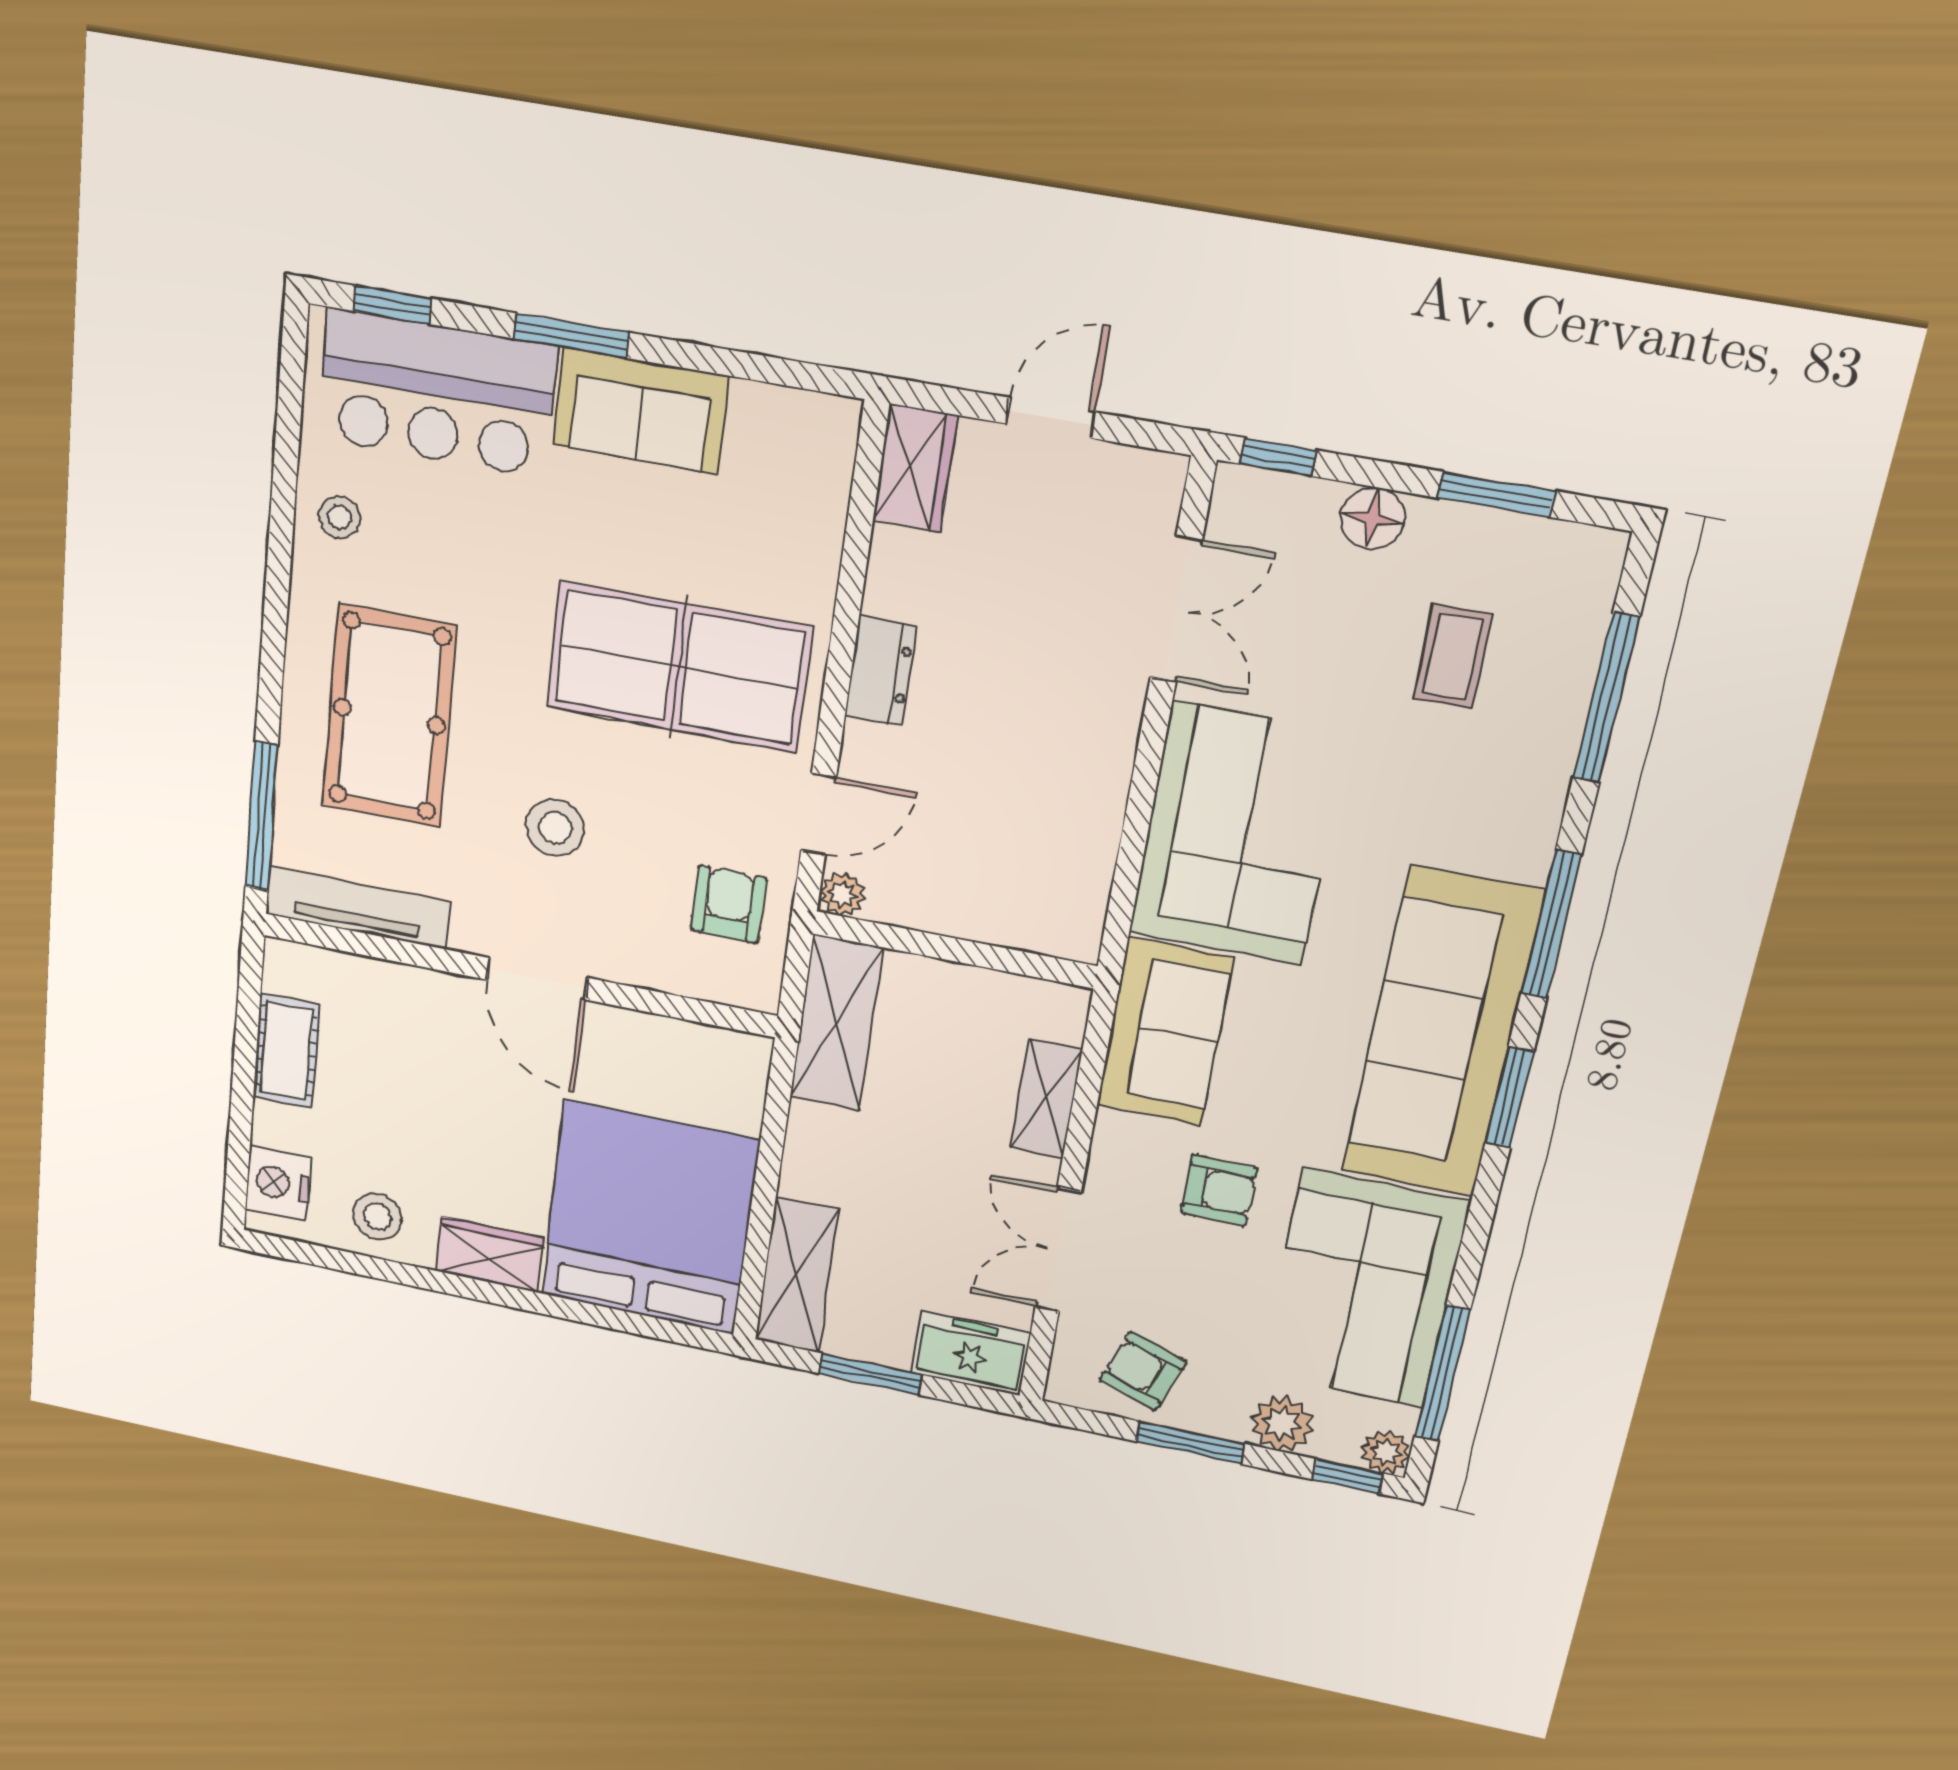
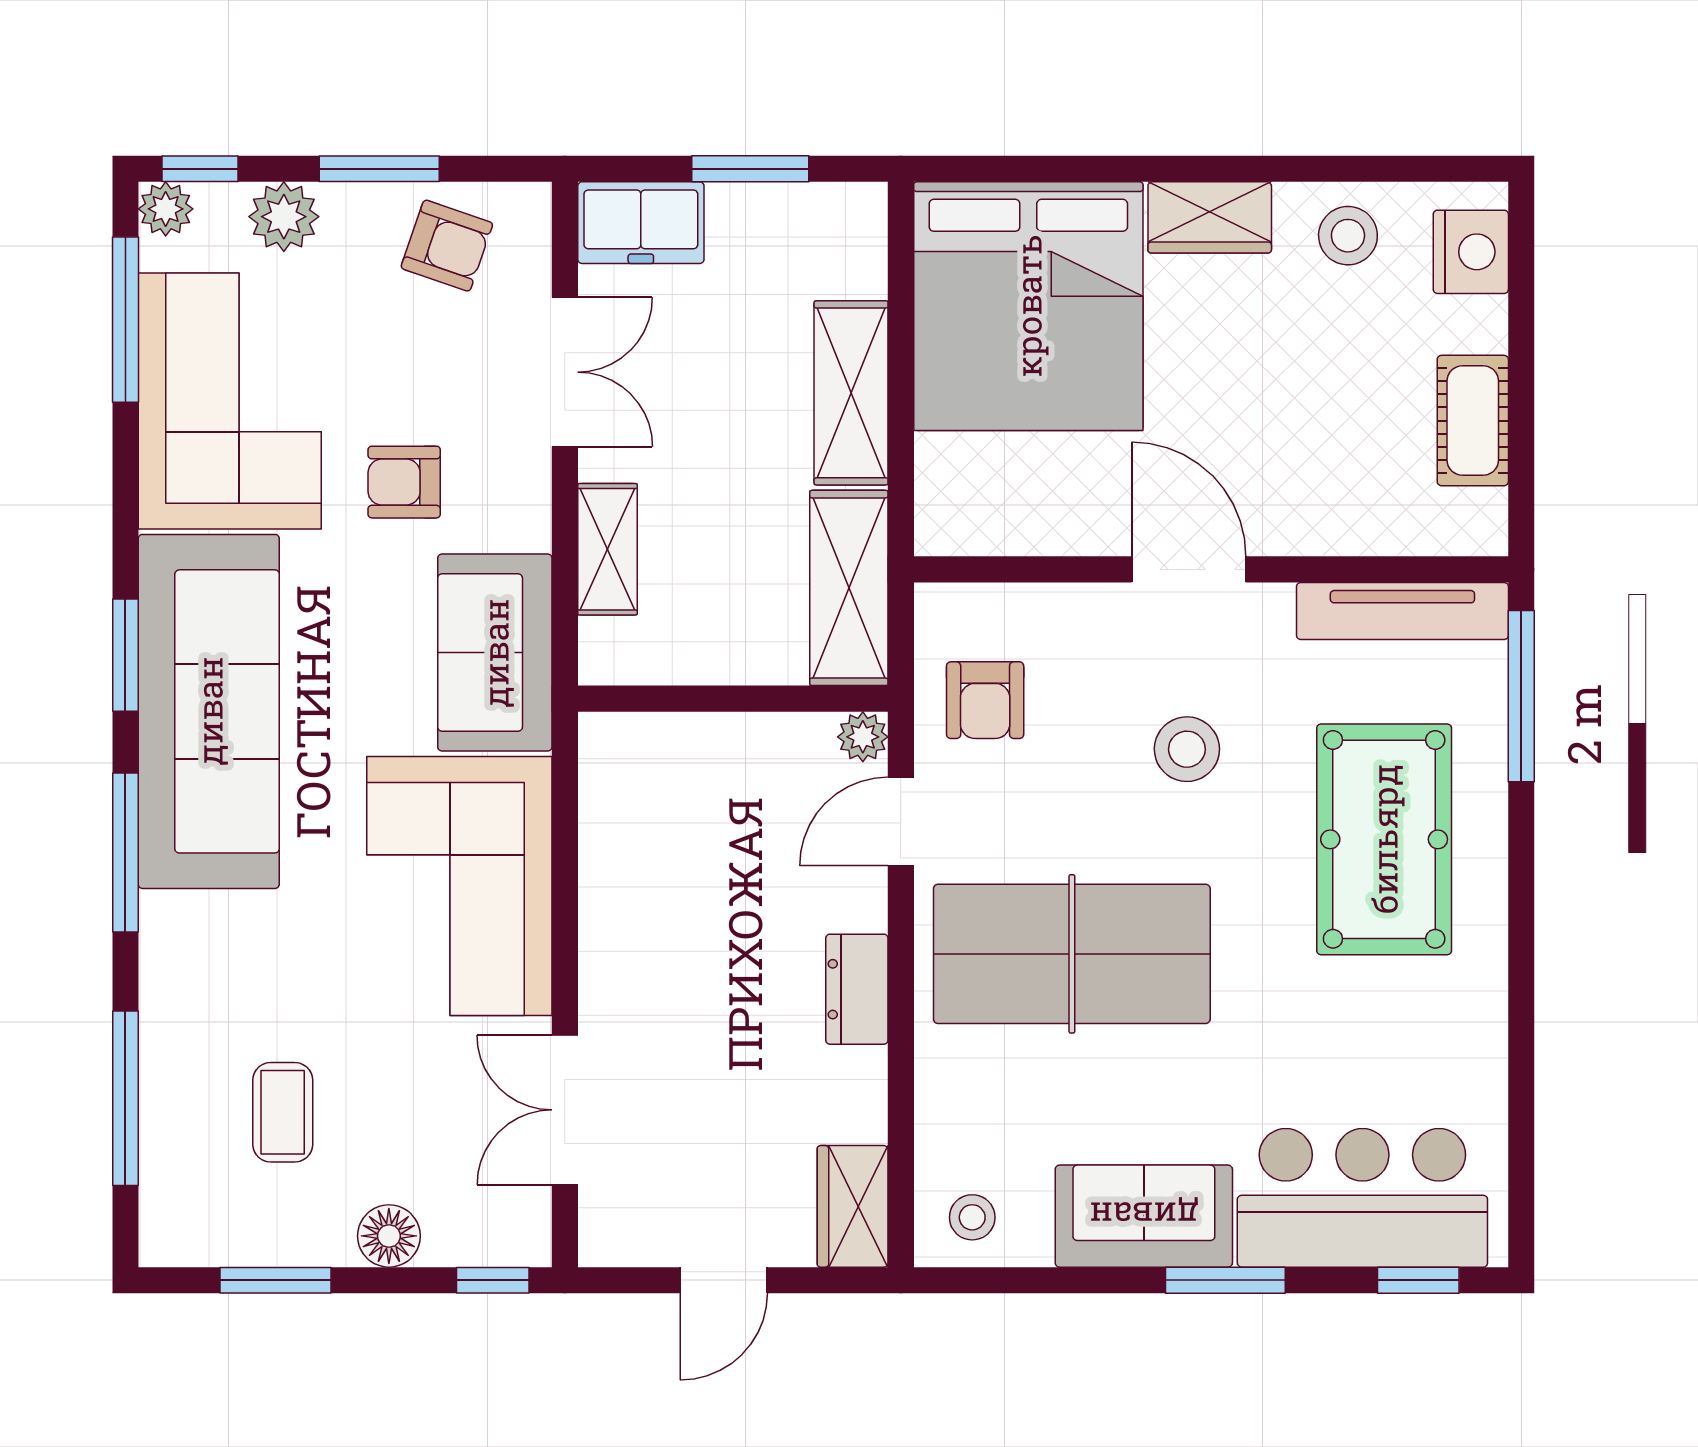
stool: (340, 517) -> (972, 1217), moved
shelving: (797, 1275) -> (851, 393), moved

